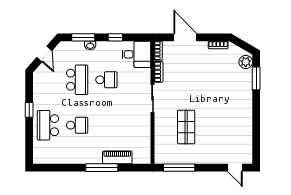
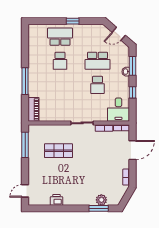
plant: (246, 62) -> (101, 200), moved
printer: (246, 129) -> (56, 200), added
piano: (117, 157) -> (33, 109), moved

